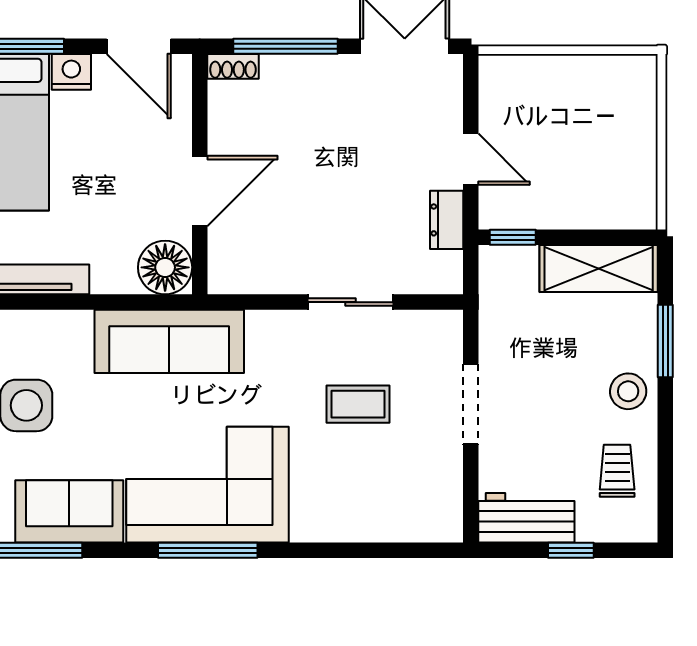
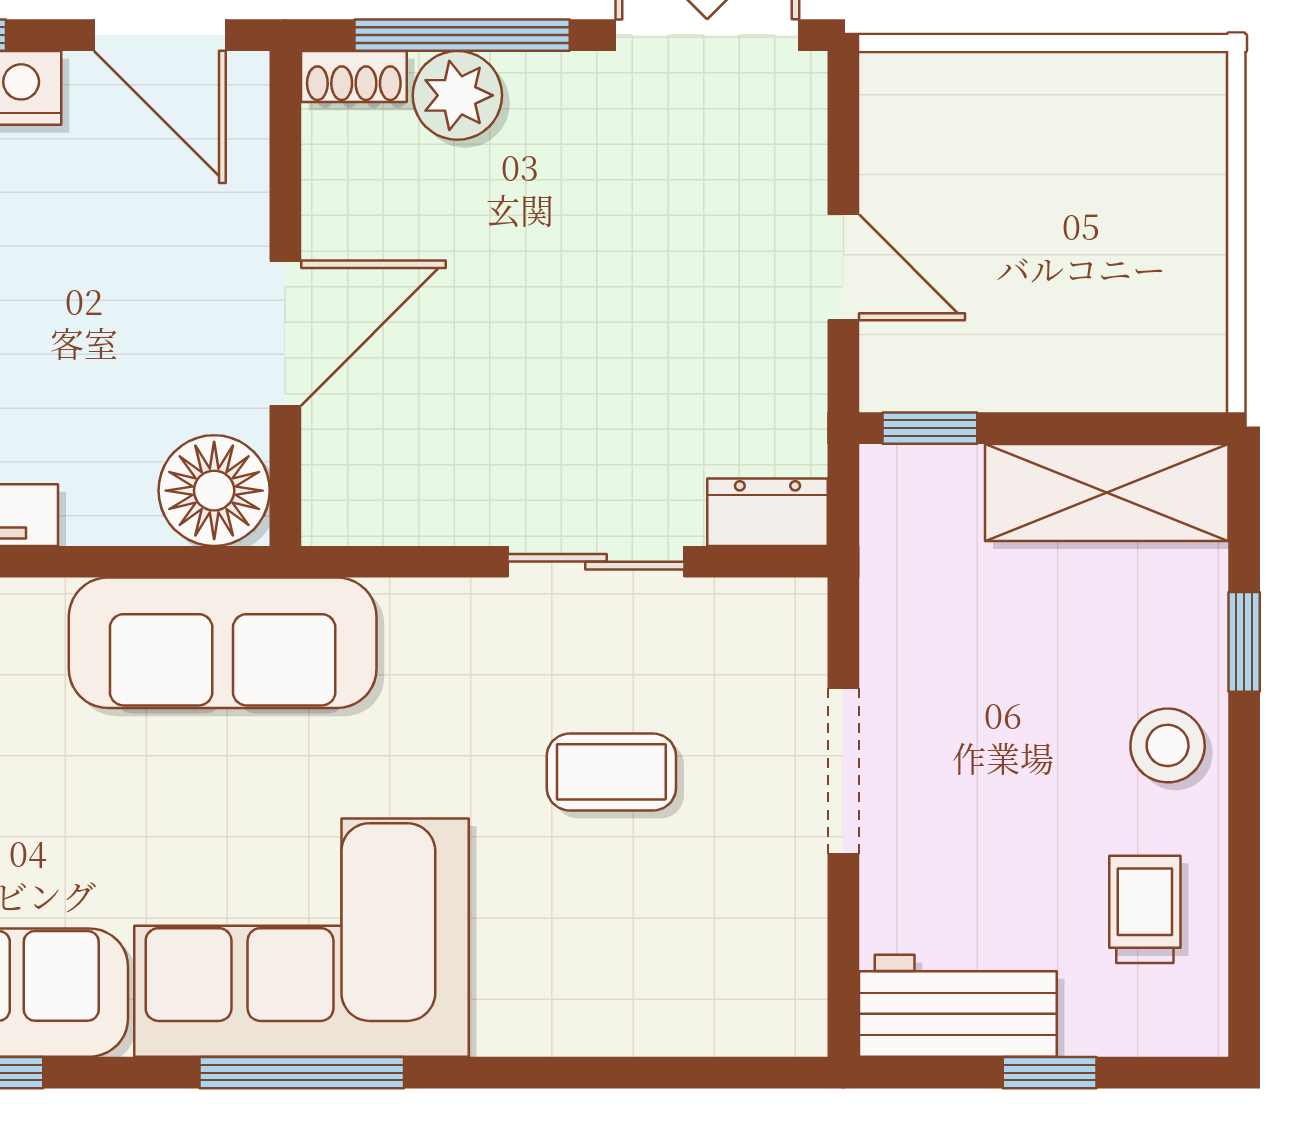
plant: (283, 76) -> (457, 95), added
dresser: (447, 220) -> (767, 512), moved, turned 90
window: (665, 341) -> (1244, 642), width x0.67

